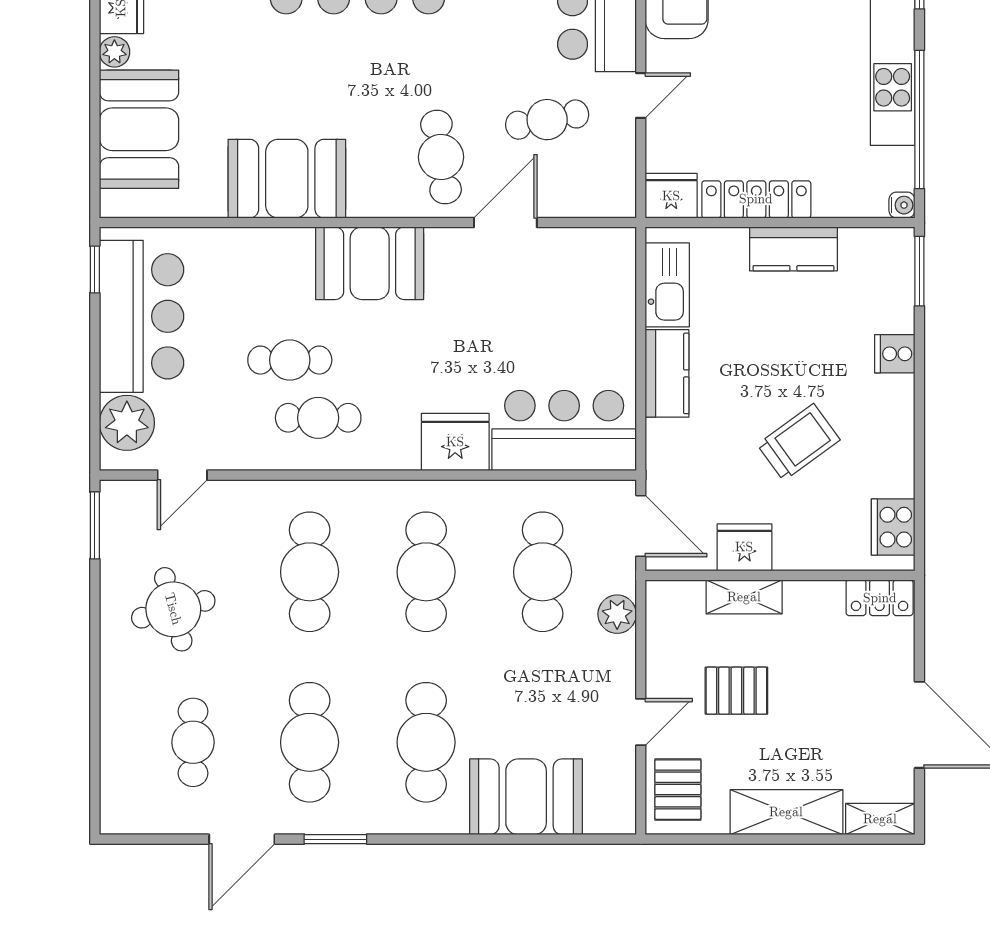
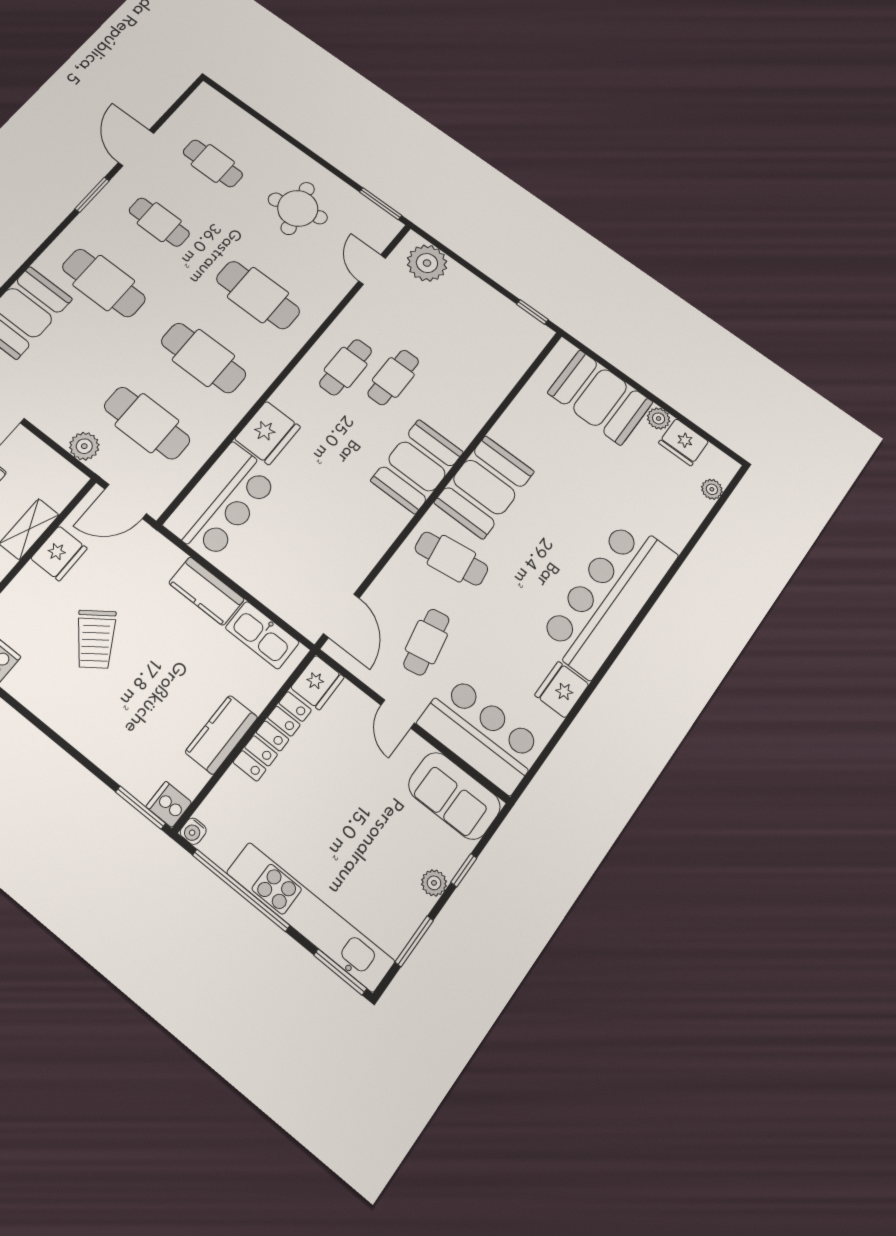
booth: (287, 179) -> (484, 487), moved
door: (505, 223) -> (341, 616), moved
bar counter: (141, 316) -> (484, 316), removed
cooker: (895, 354) -> (169, 804), moved, turned -90
cafe table: (310, 742) -> (159, 222), width x0.73, depth x0.74

